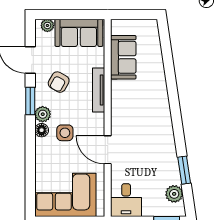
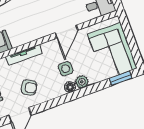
window: (30, 101) -> (121, 78), moved
plant: (43, 114) -> (82, 82), moved

